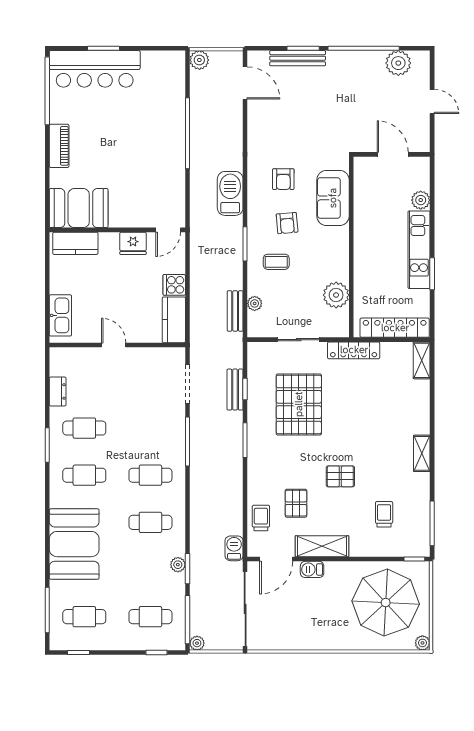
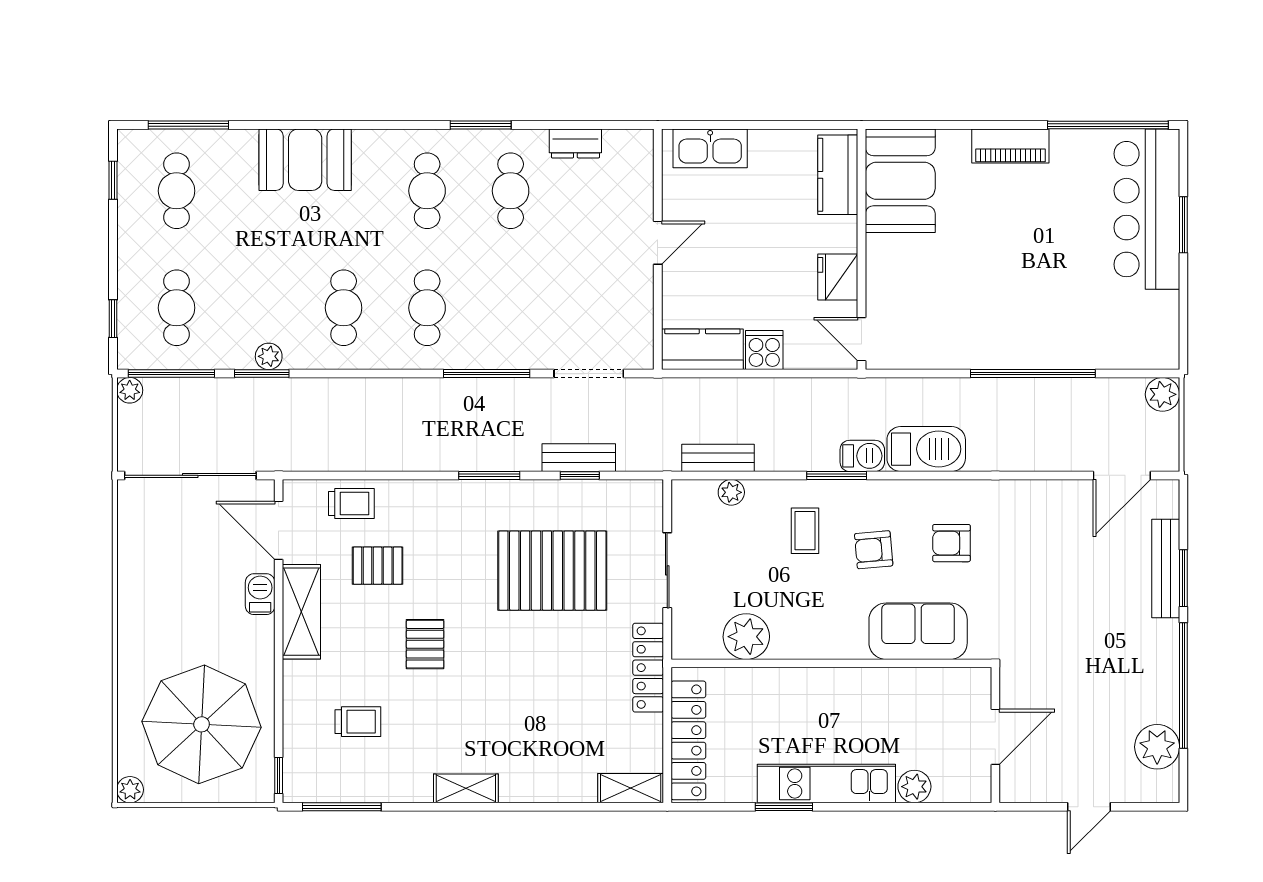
booth: (74, 544) -> (305, 160), width x0.73, depth x0.70
barbecue: (234, 548) -> (862, 456), moved

